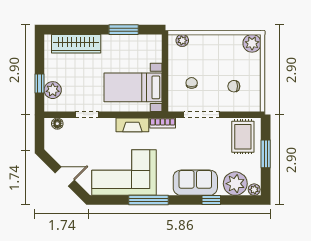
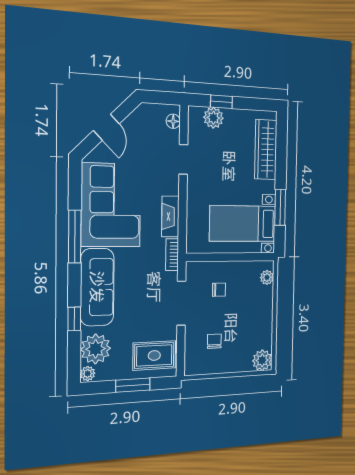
bed with nightstands: (133, 87) -> (243, 224), moved, turned -90
sofa: (195, 183) -> (97, 287), width x1.36

